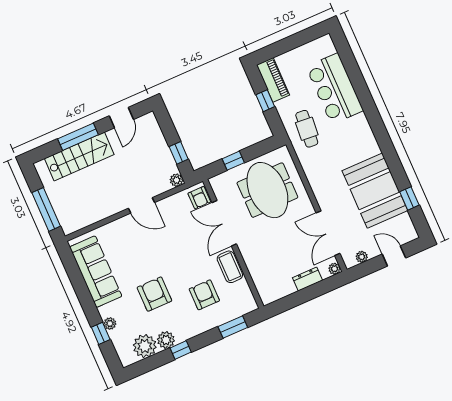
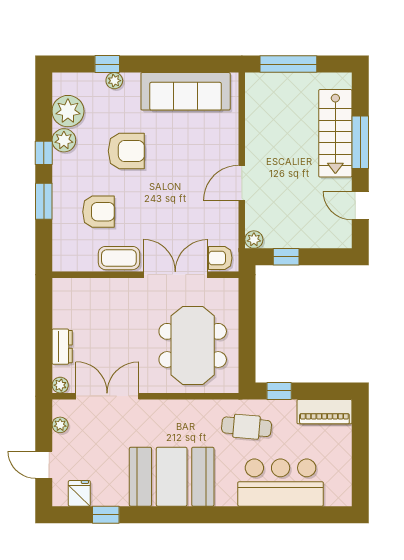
window: (265, 101) -> (279, 391), moved
window: (233, 161) -> (247, 319), removed
meeting table: (267, 190) -> (193, 345), turned 90
booth: (375, 191) -> (172, 477), moved
fridge: (403, 223) -> (79, 493), added
door: (394, 256) -> (44, 465), swing flipped
window: (233, 327) -> (44, 201), moved

